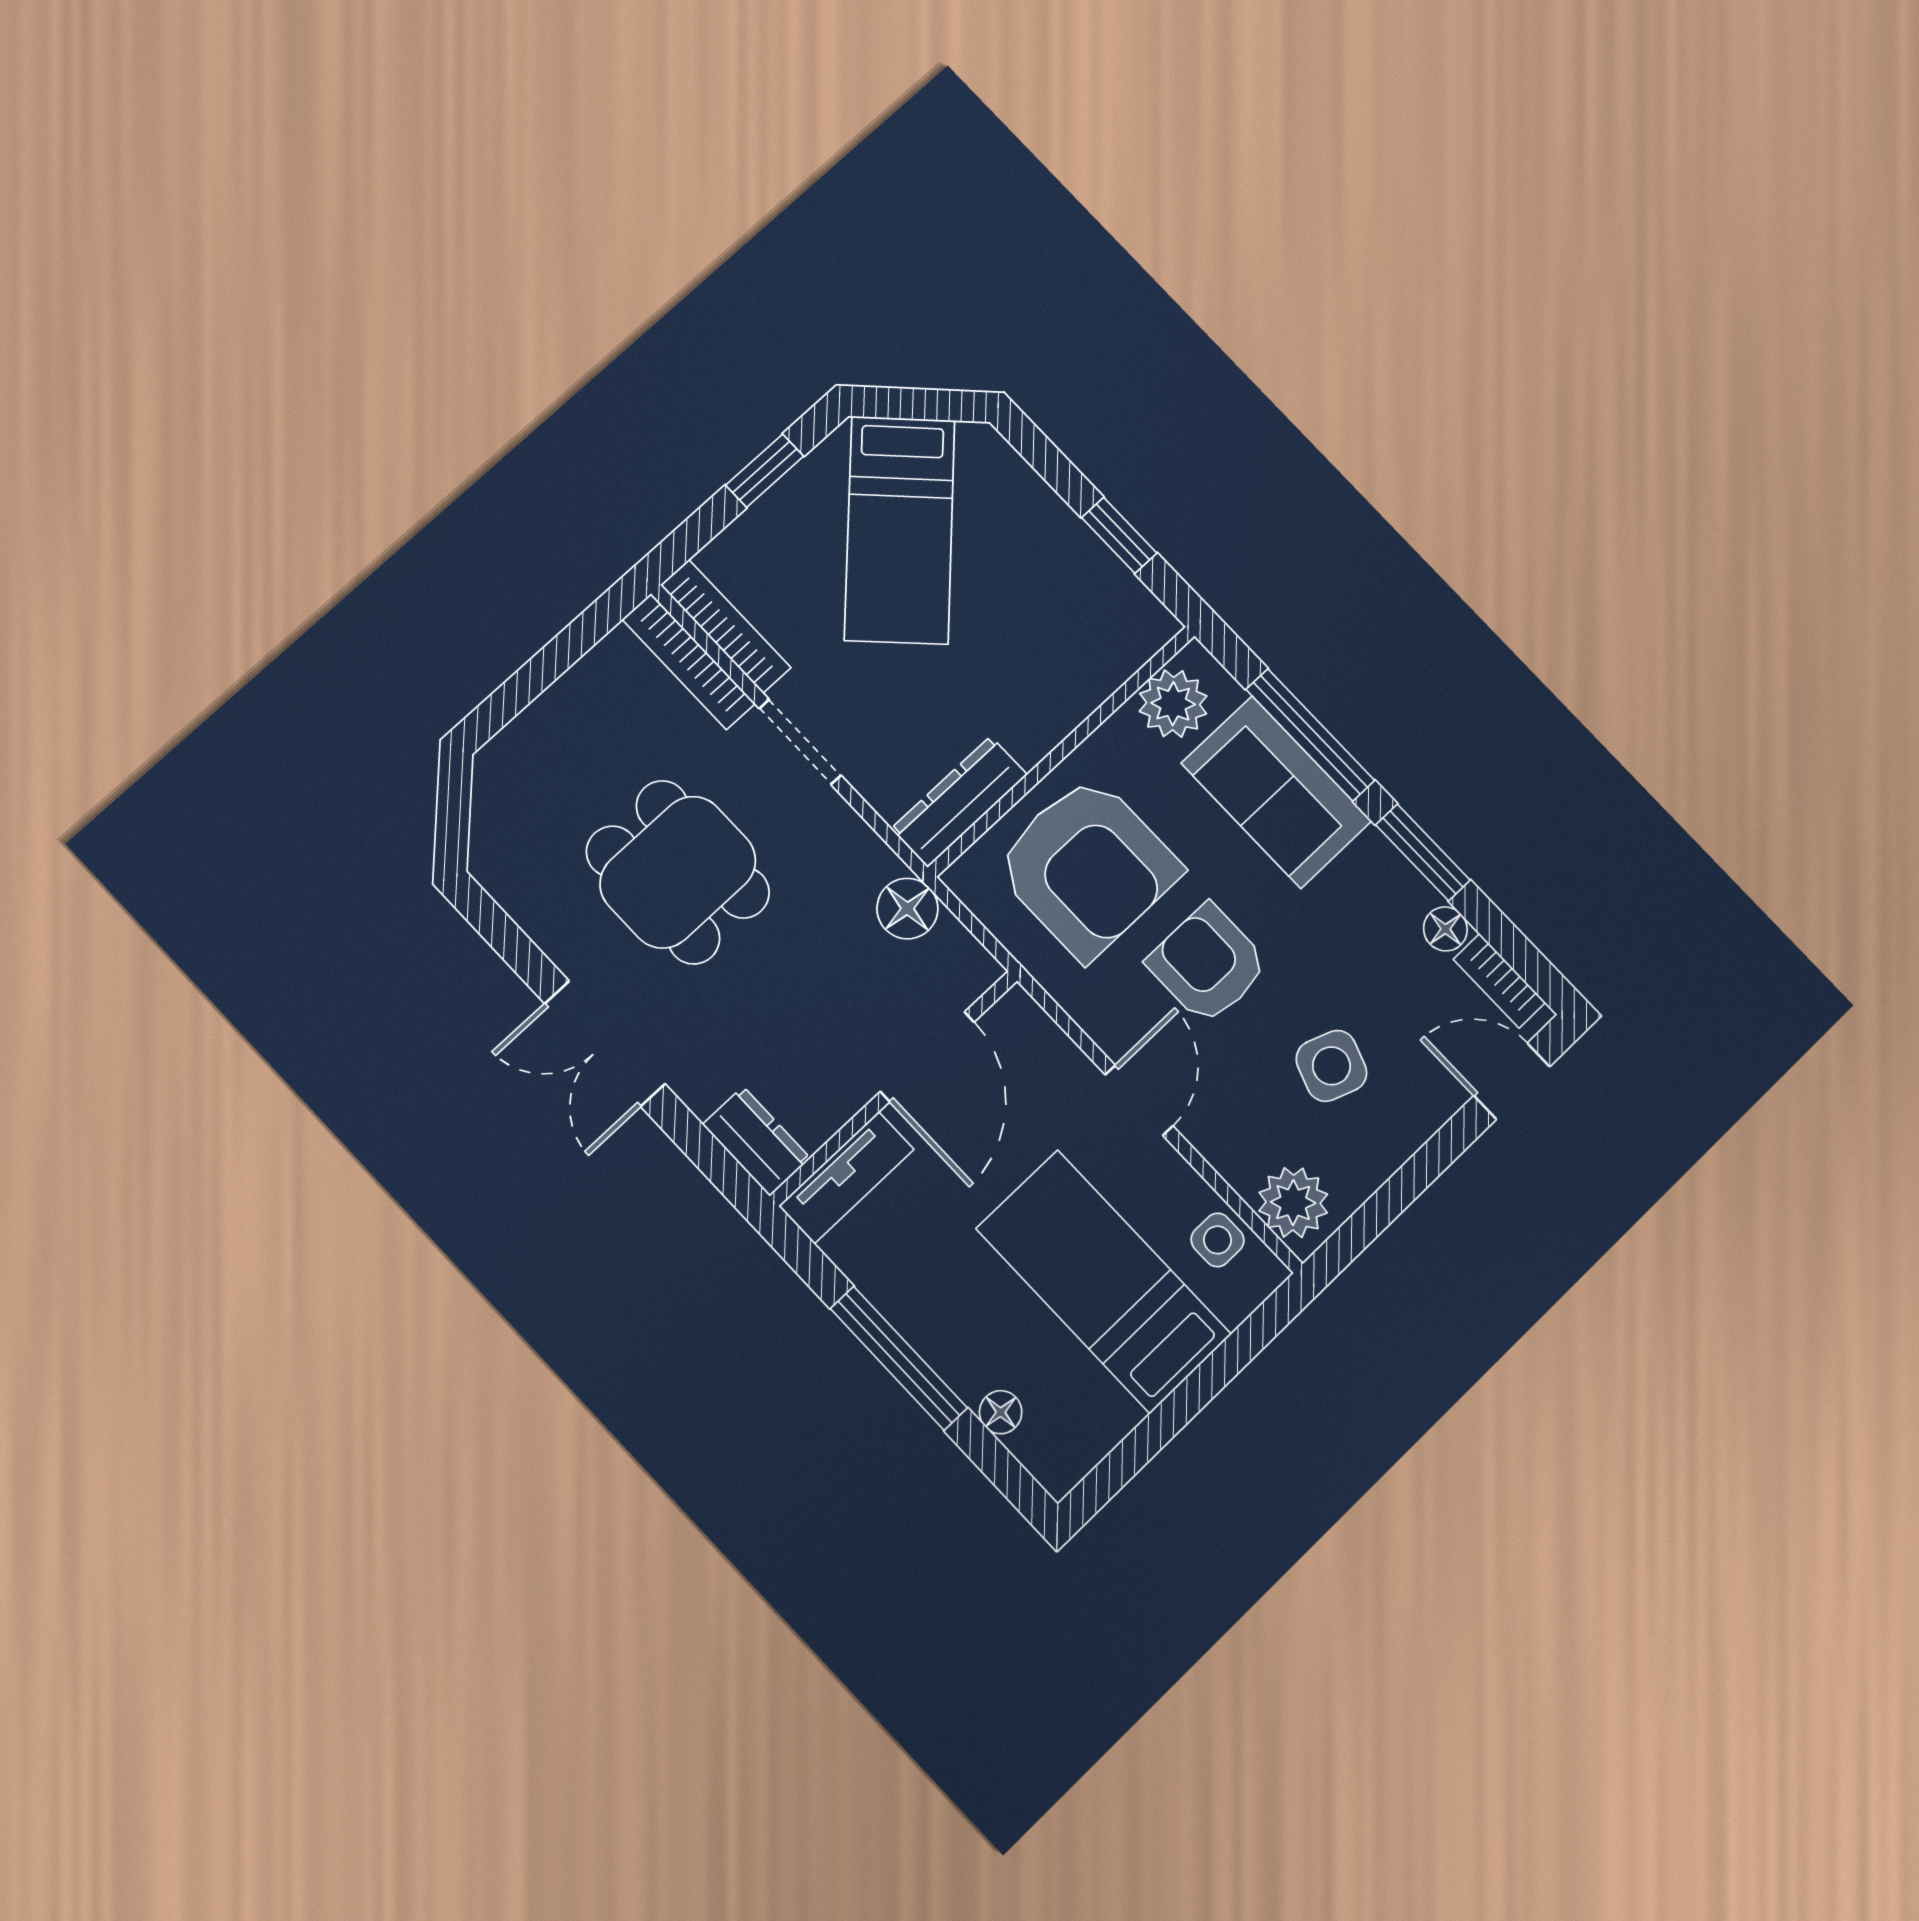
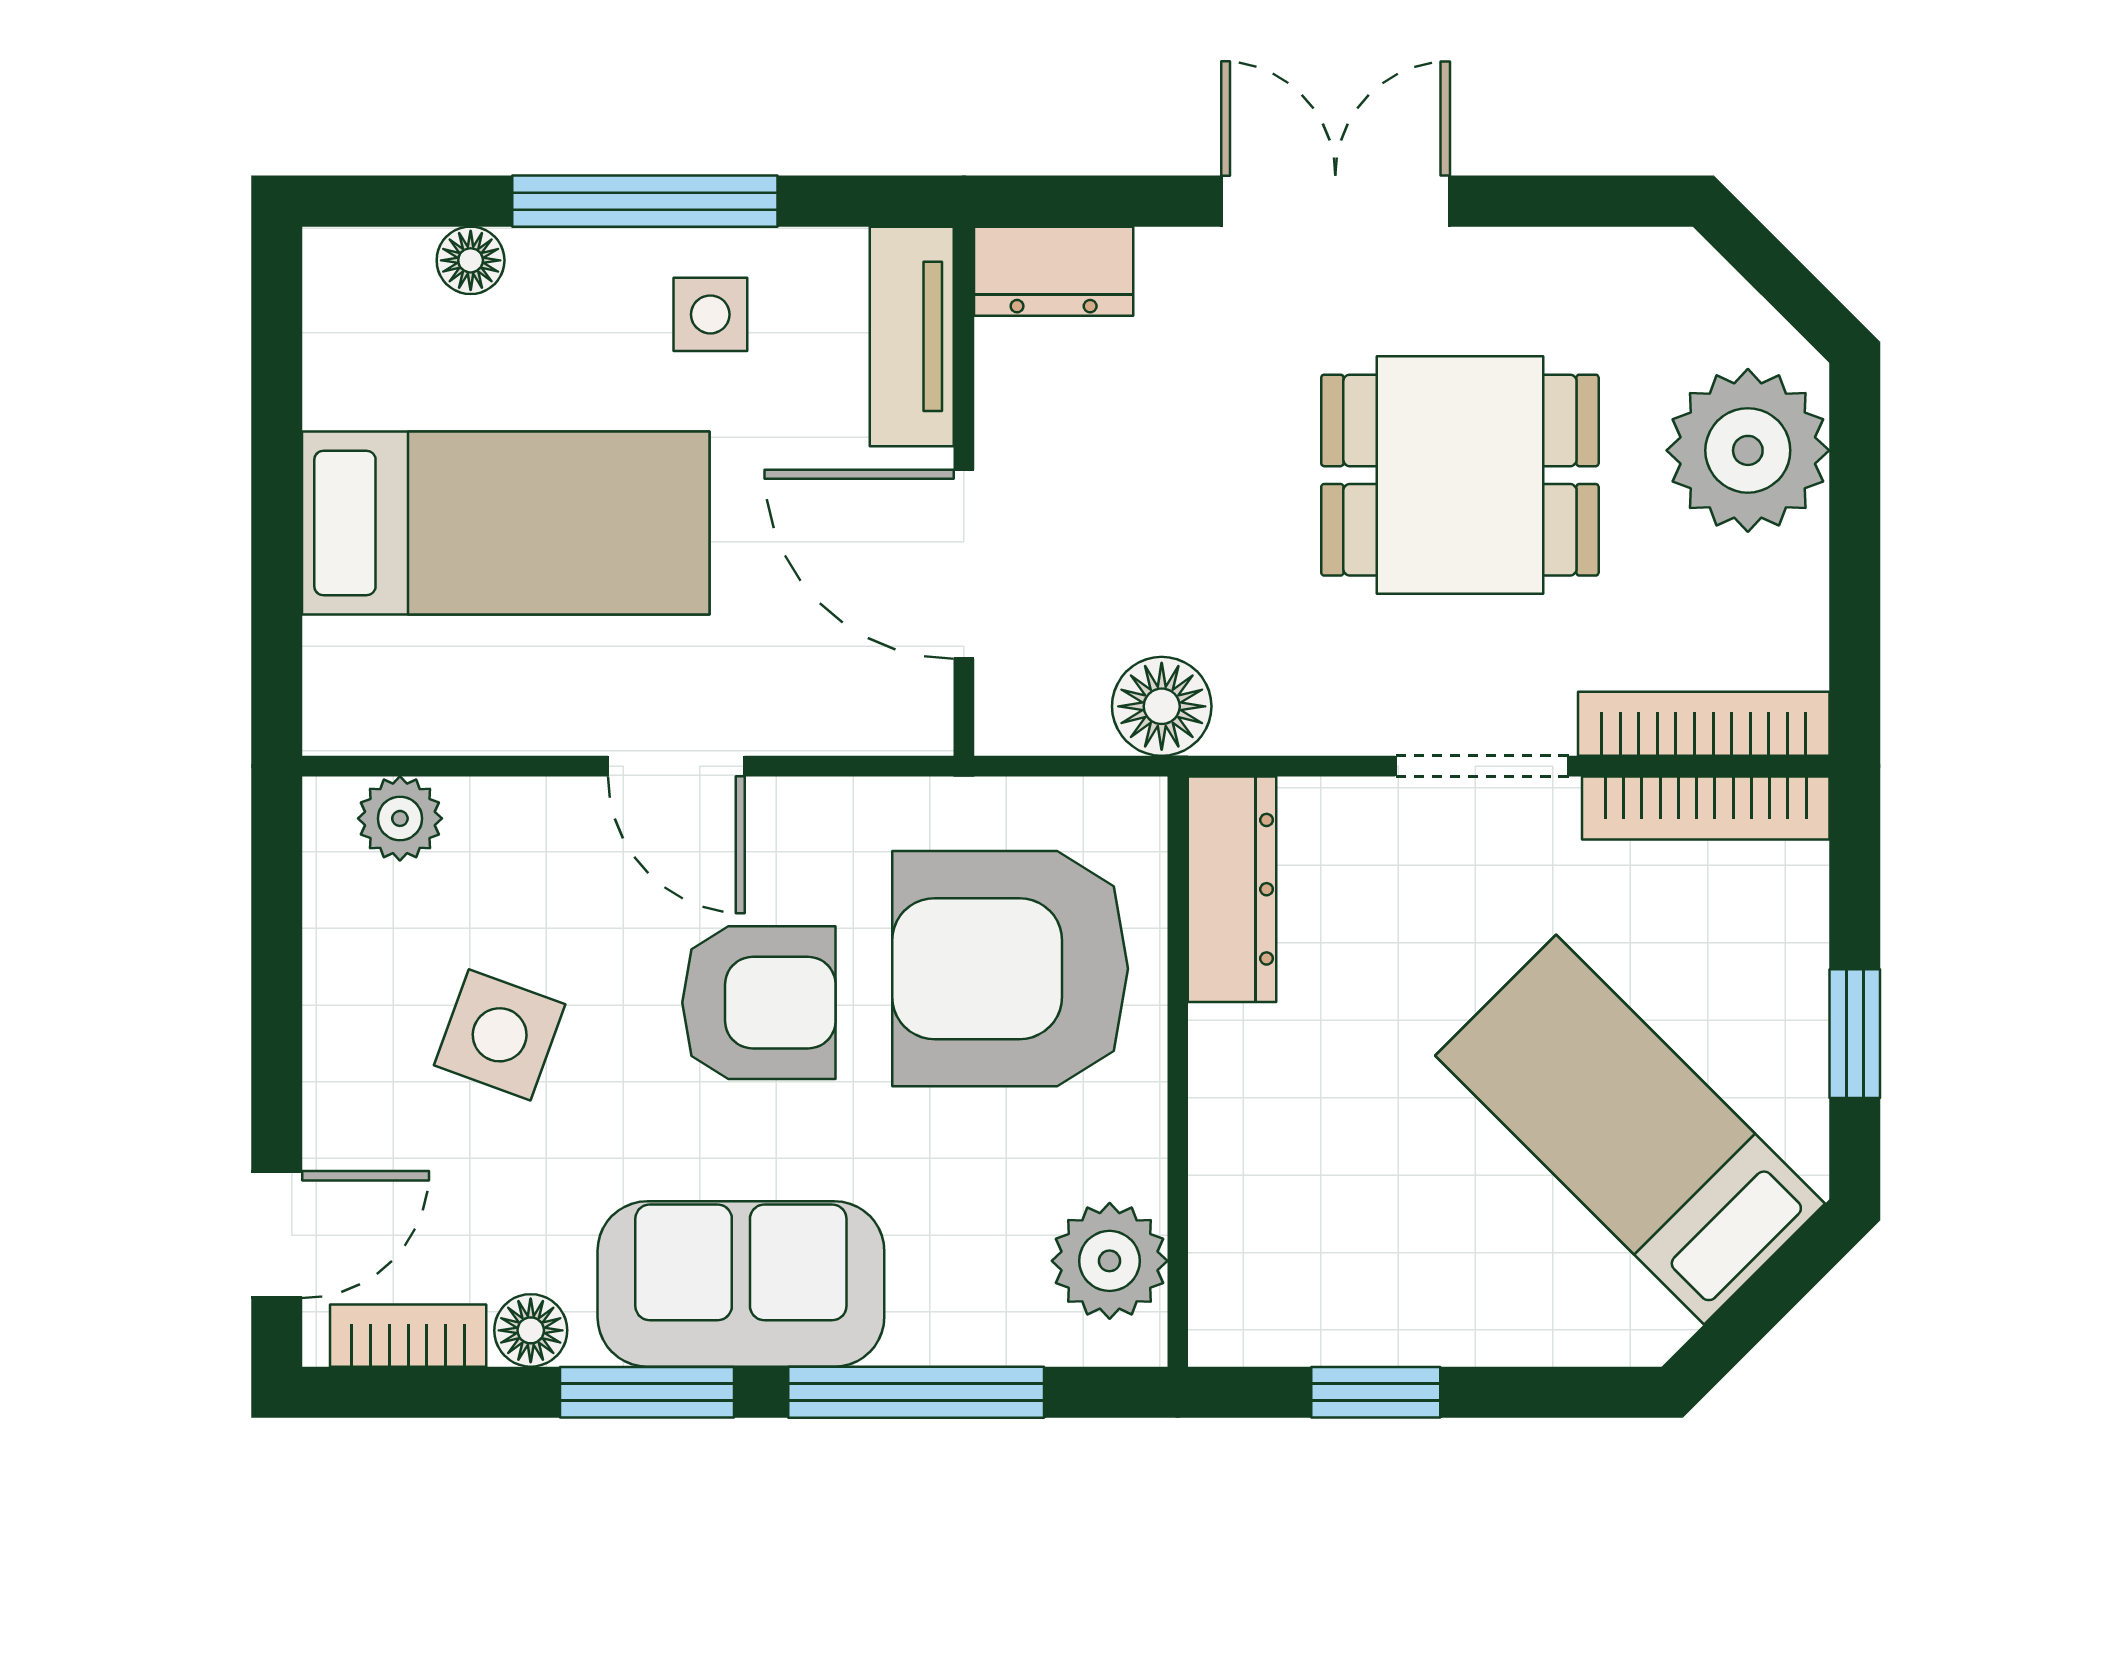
plant: (546, 754) -> (1748, 450), added
sofa: (1276, 792) -> (741, 1284), moved
plant: (1293, 1203) -> (400, 818), width x0.73, depth x0.73
side table: (1217, 1240) -> (710, 314), moved

